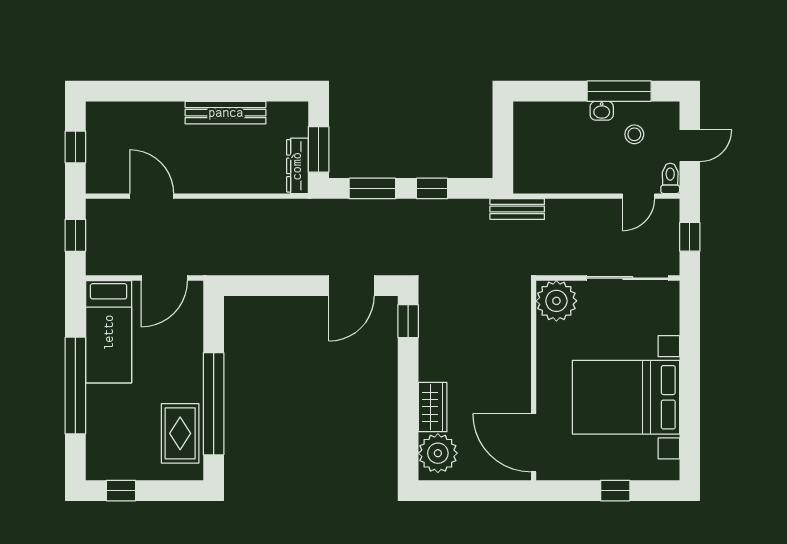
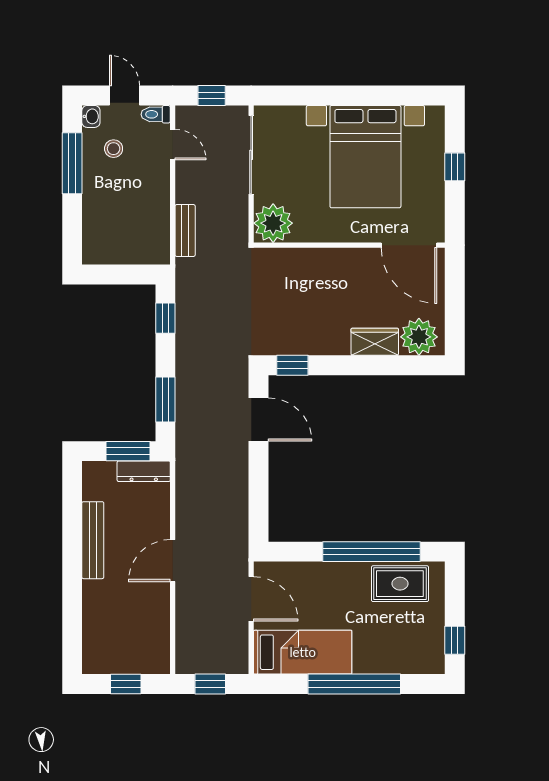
washbasin: (602, 111) -> (91, 116), moved
window: (432, 188) -> (165, 318), moved
door: (152, 196) -> (173, 561), moved
bench: (517, 209) -> (185, 231), moved
door: (534, 443) -> (409, 245), hinge flipped

